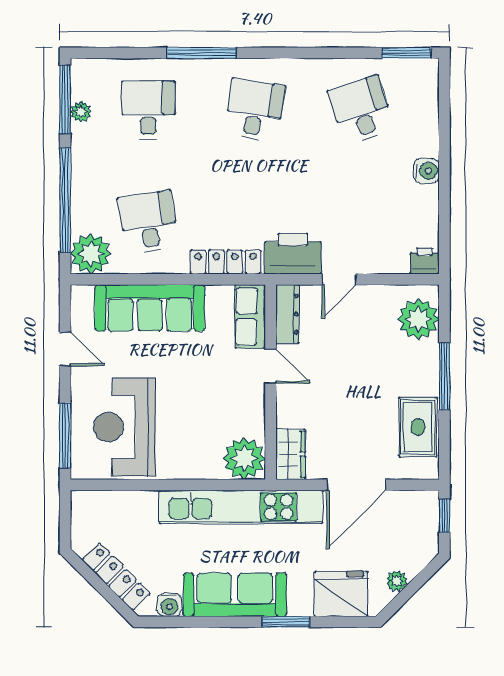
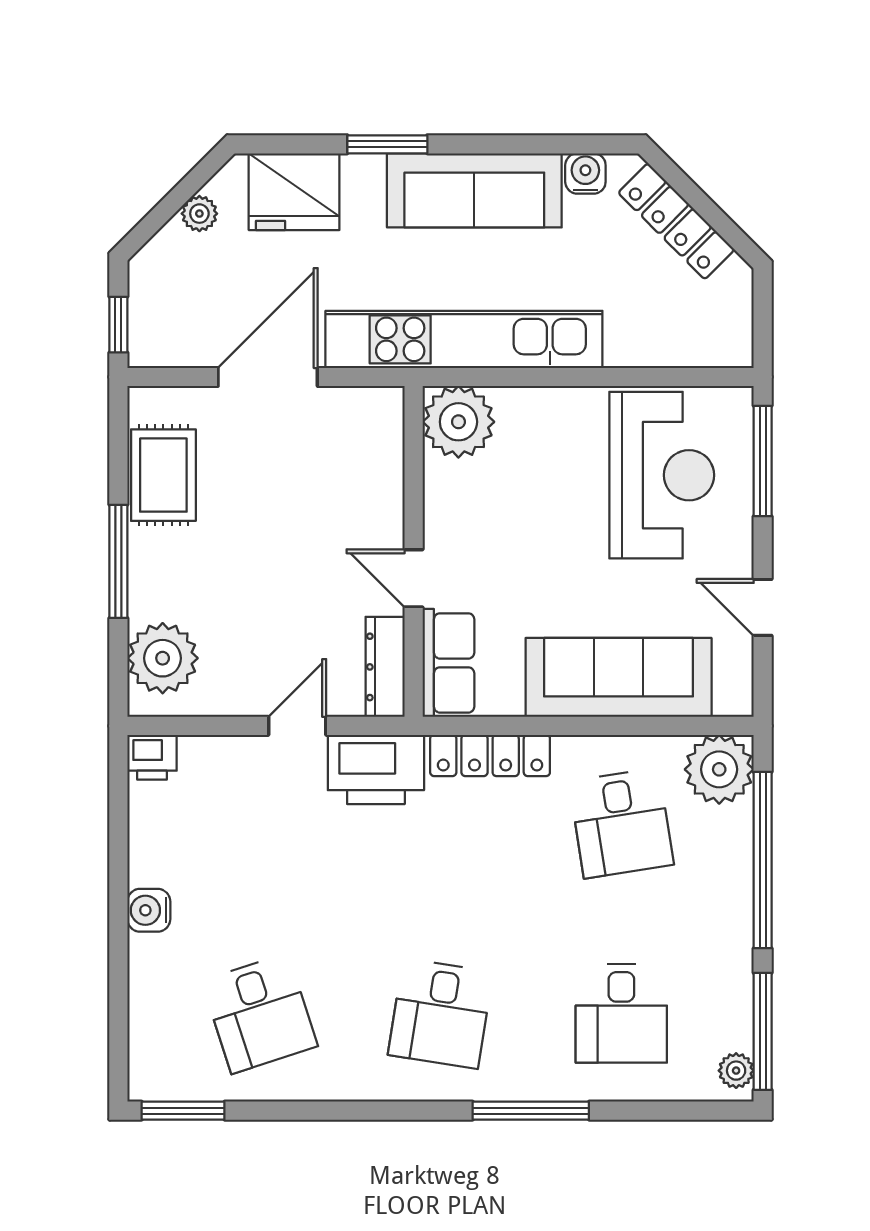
plant: (81, 112) -> (736, 1071), moved
wardrobe: (291, 454) -> (380, 429), removed

